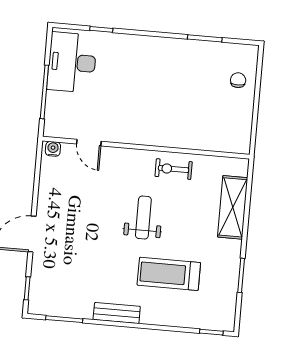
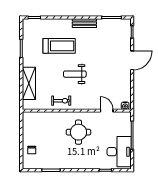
round table: (146, 106) -> (78, 132), added
weight bench: (143, 218) -> (75, 74), turned 90

